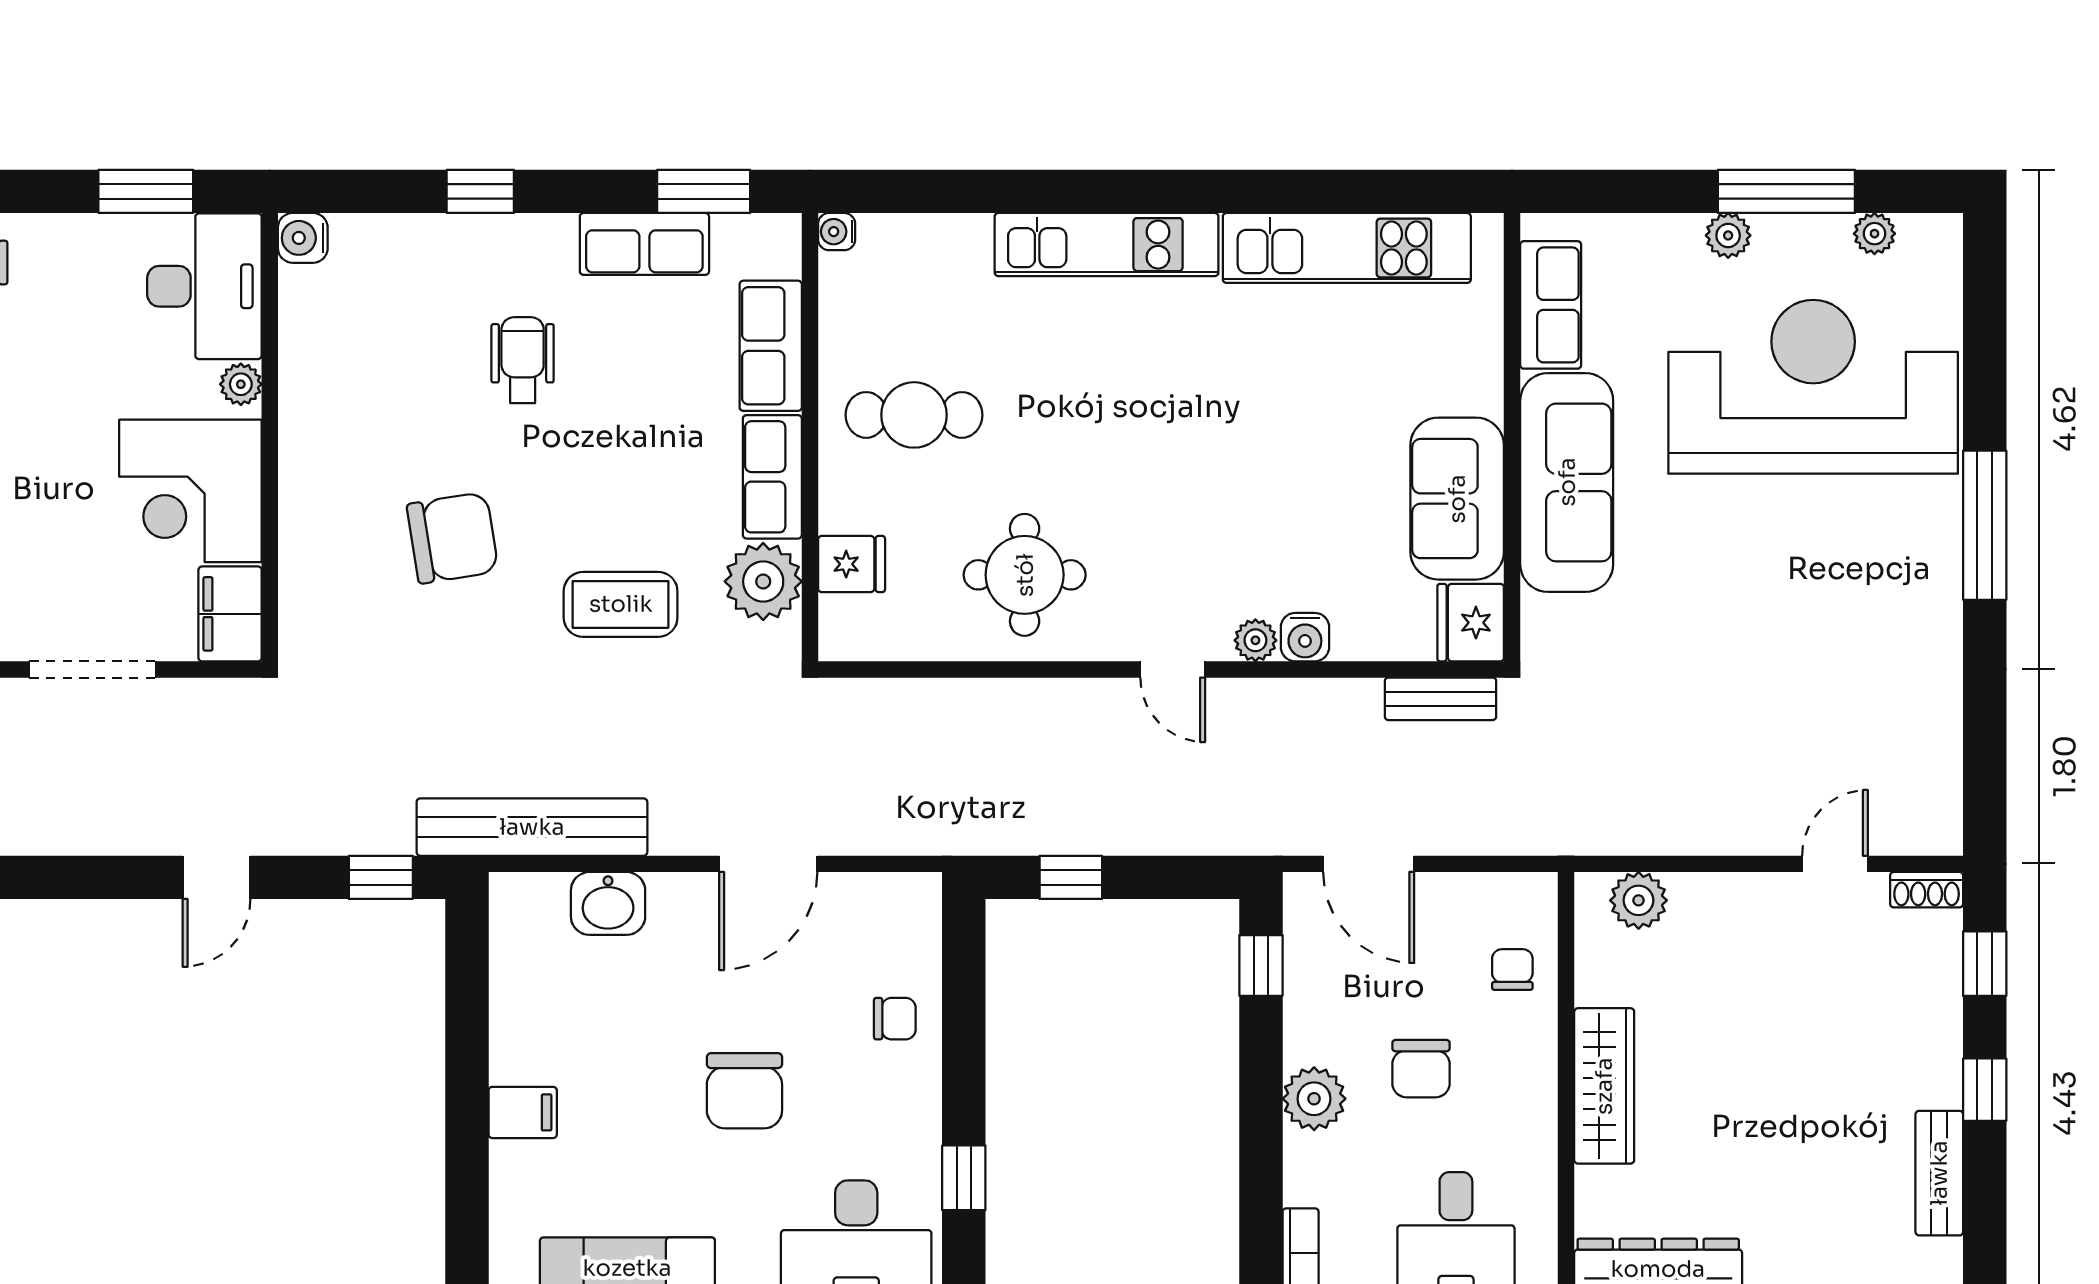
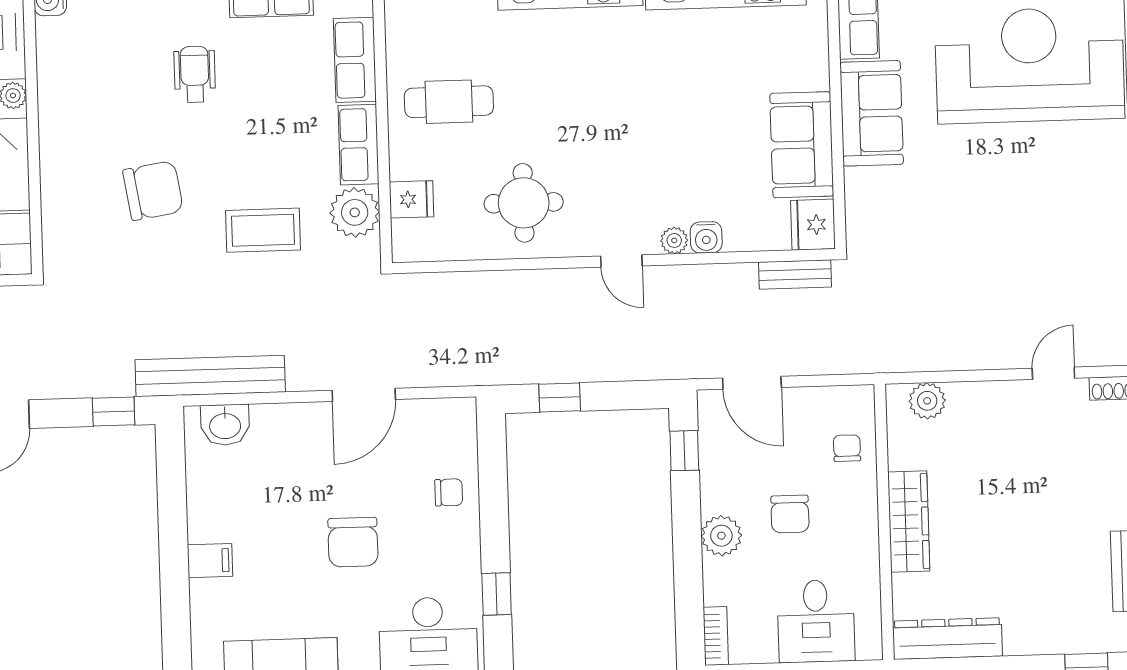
sofa: (1567, 482) -> (872, 113), width x0.73
washbasin: (608, 903) -> (225, 425), moved

